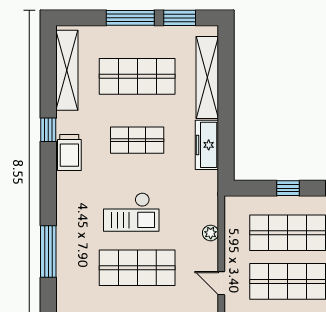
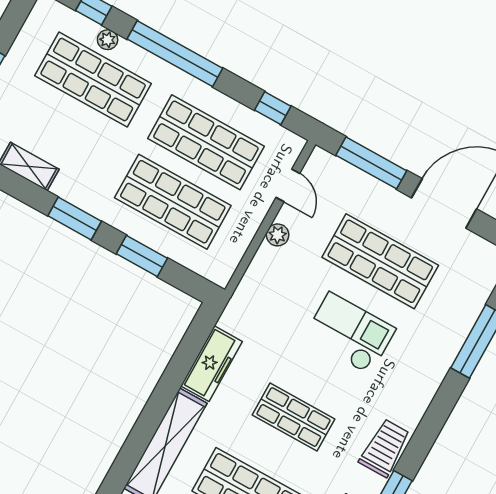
window: (288, 188) -> (142, 256), width x1.50
plant: (211, 233) -> (278, 235), moved

